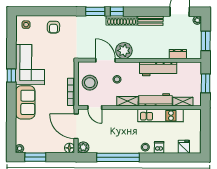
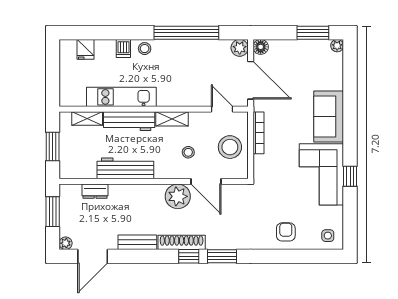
window: (11, 75) -> (350, 176), moved

